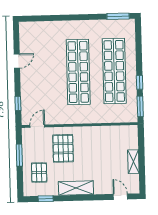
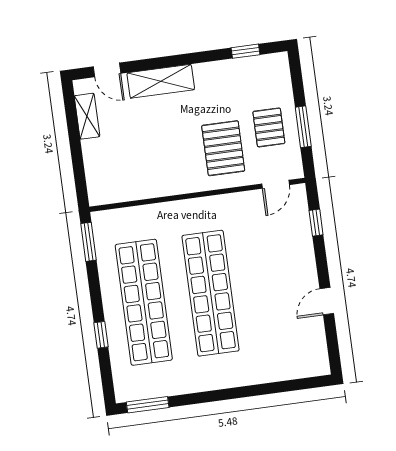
window: (140, 82) -> (101, 335), moved
shelving: (133, 162) -> (87, 116), moved
pallet: (39, 173) -> (269, 127), moved
shelving: (76, 188) -> (161, 81), moved

